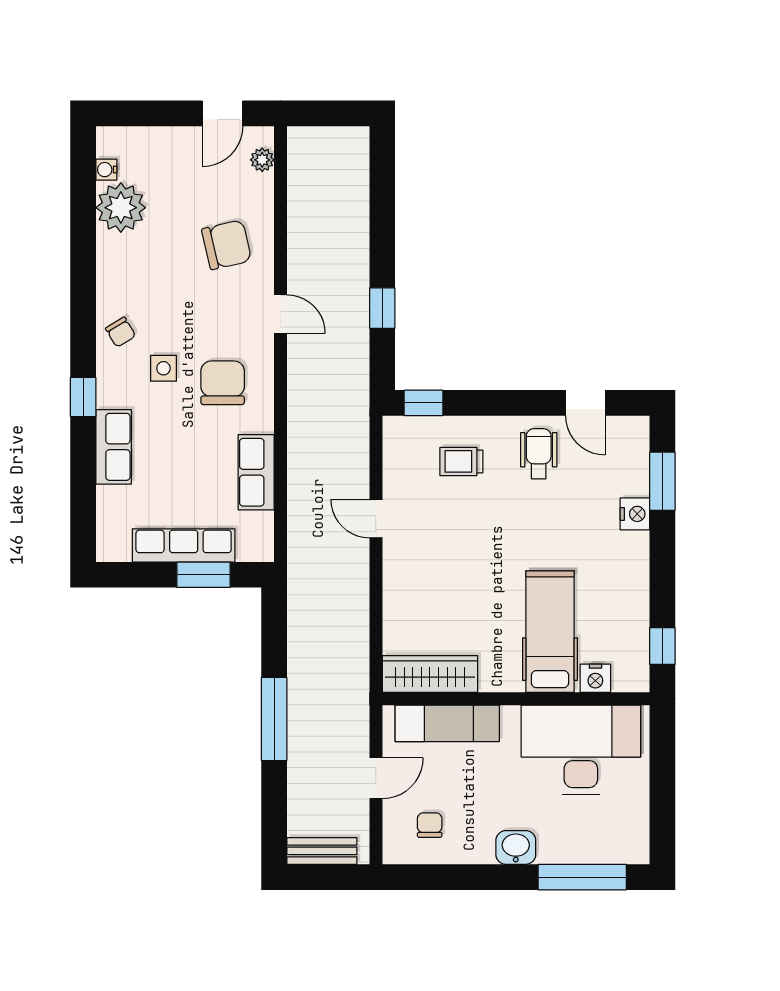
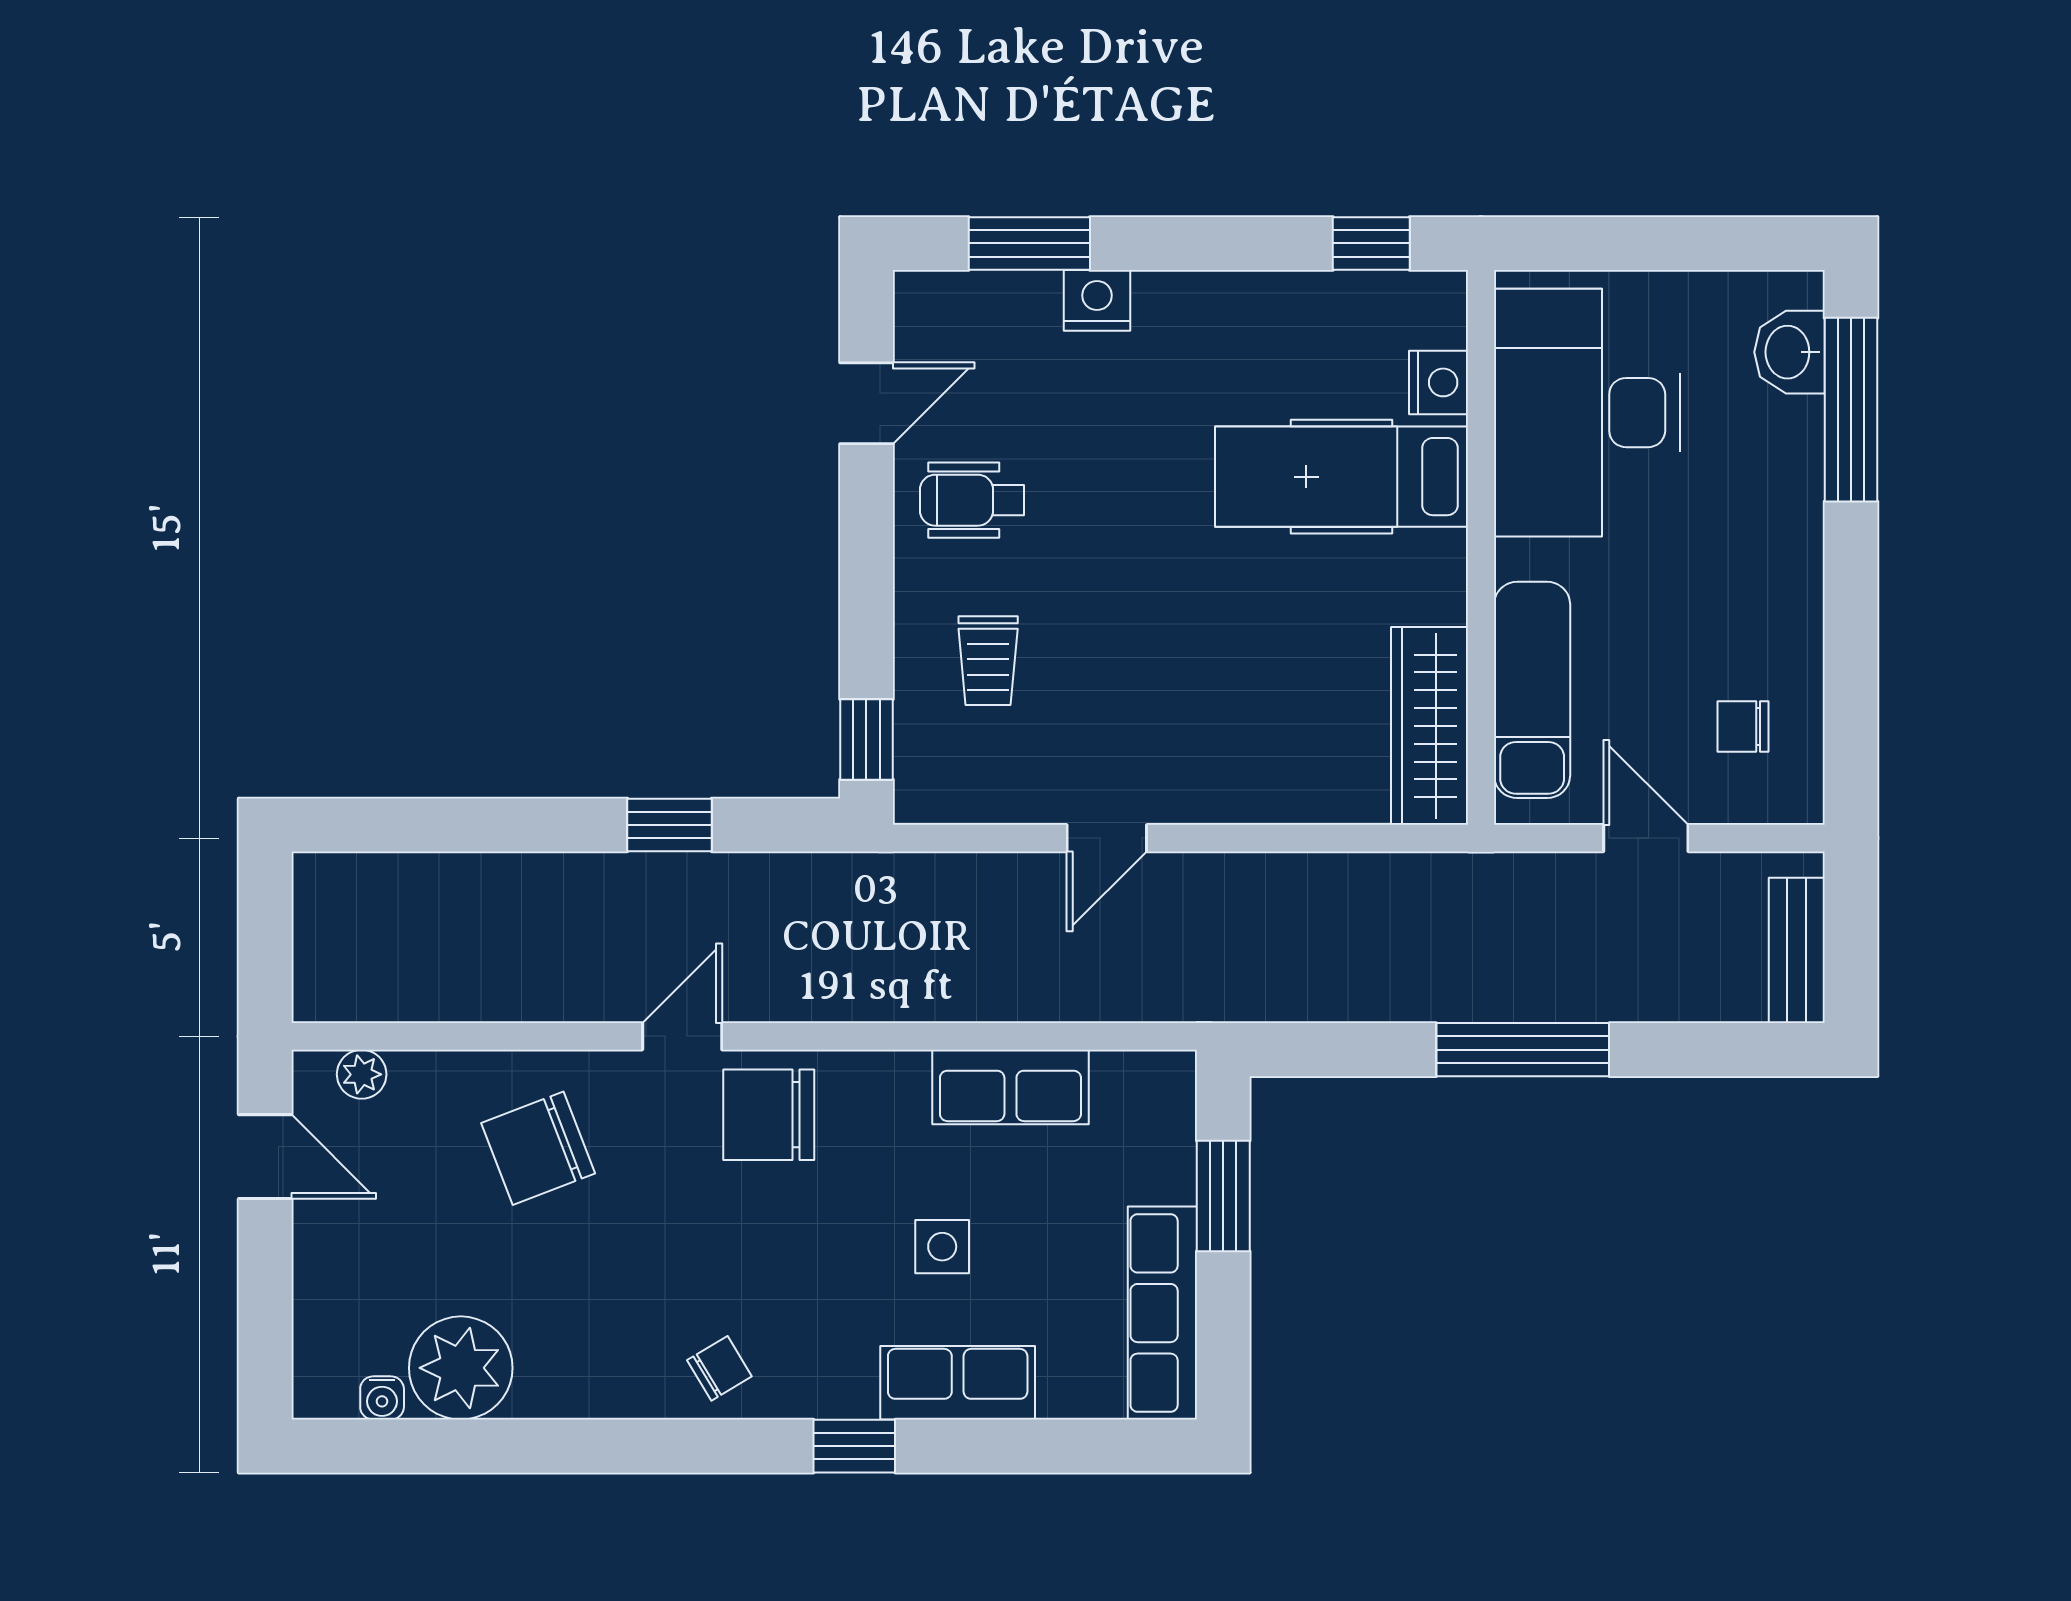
chair: (227, 245) -> (538, 1148), turned -98
side table: (163, 368) -> (942, 1247), moved
chair: (223, 383) -> (769, 1115), moved
row of seats: (184, 545) -> (1162, 1313), moved
washbasin: (516, 847) -> (1790, 352), moved

